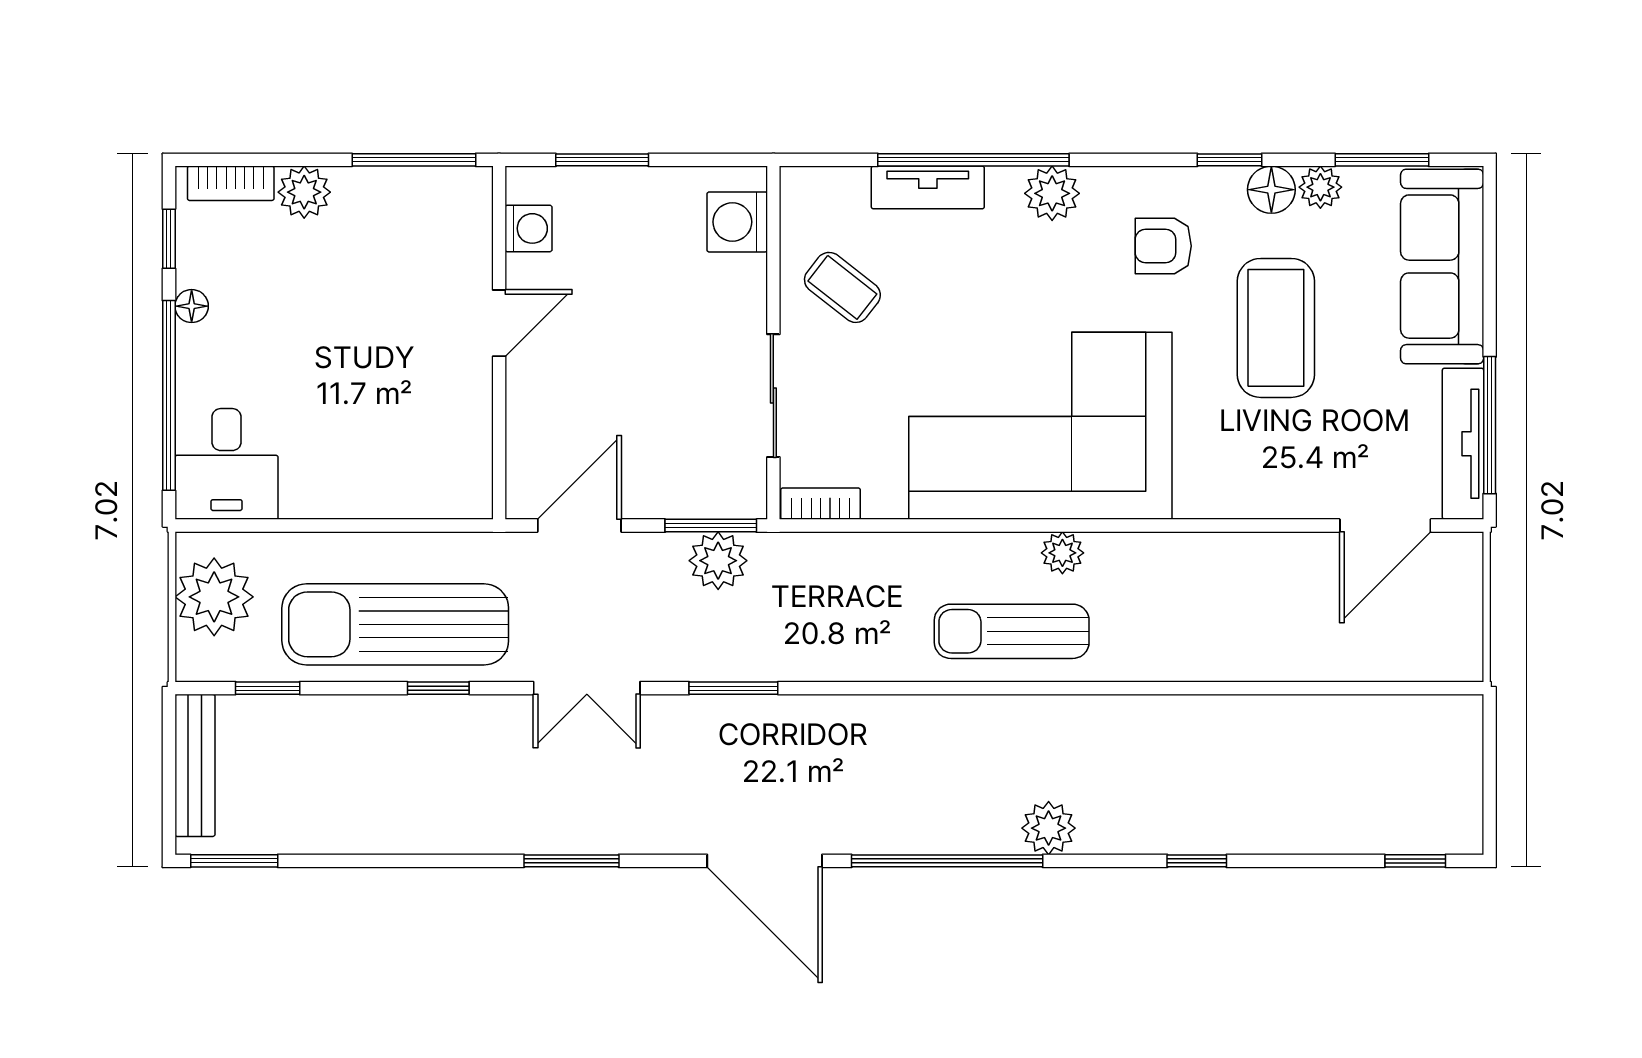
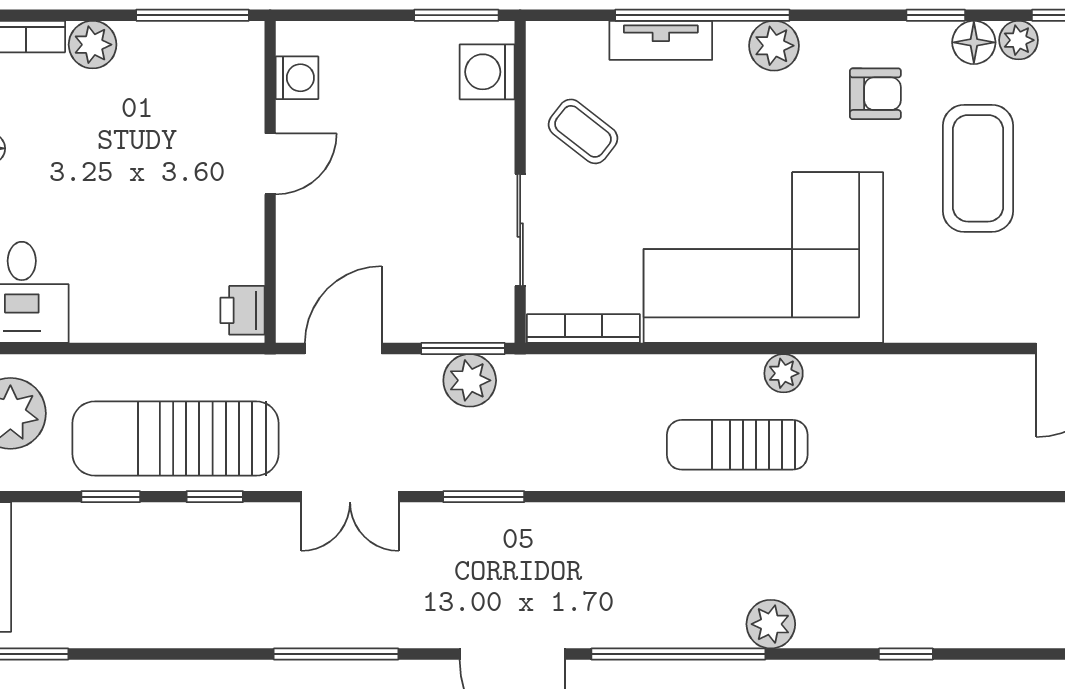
window: (602, 160) -> (456, 15), moved
armchair: (1163, 246) -> (875, 94), turned 180
printer: (469, 484) -> (242, 310), added
bookcase: (821, 504) -> (583, 328), width x1.56
window: (268, 688) -> (111, 497), moved
window: (571, 861) -> (336, 654), width x1.44

